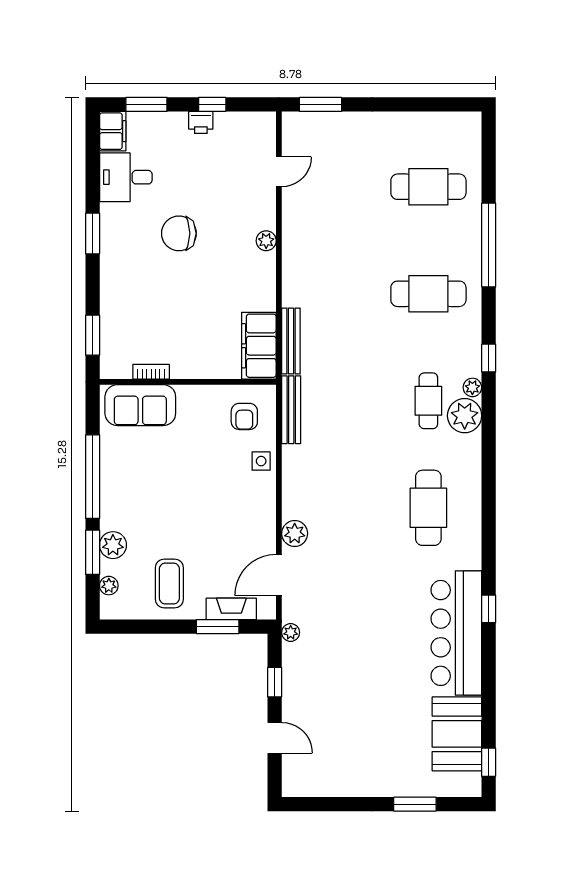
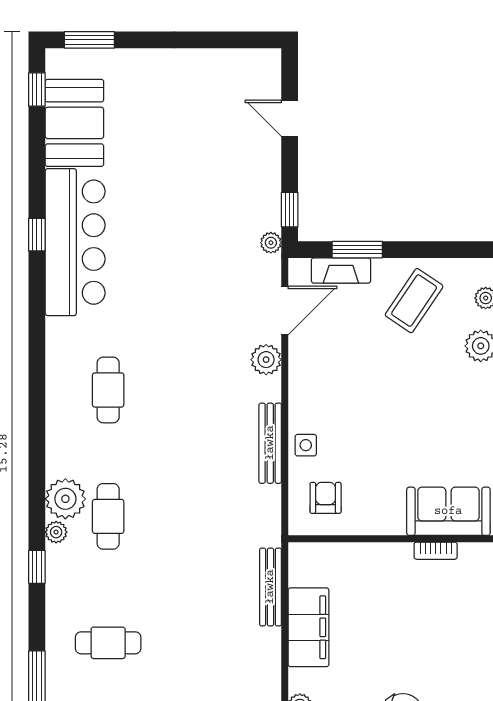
cafe table: (428, 294) -> (108, 643), width x0.73, depth x0.74
filing cabinet: (259, 346) -> (308, 627), moved
bench: (291, 410) -> (270, 443), moved
cafe table: (428, 508) -> (108, 390), width x0.73, depth x0.74
coffee table: (169, 583) -> (414, 301), turned 34
window: (489, 609) -> (37, 235), moved
window: (275, 682) -> (290, 210), moved
window: (415, 804) -> (89, 40), moved

